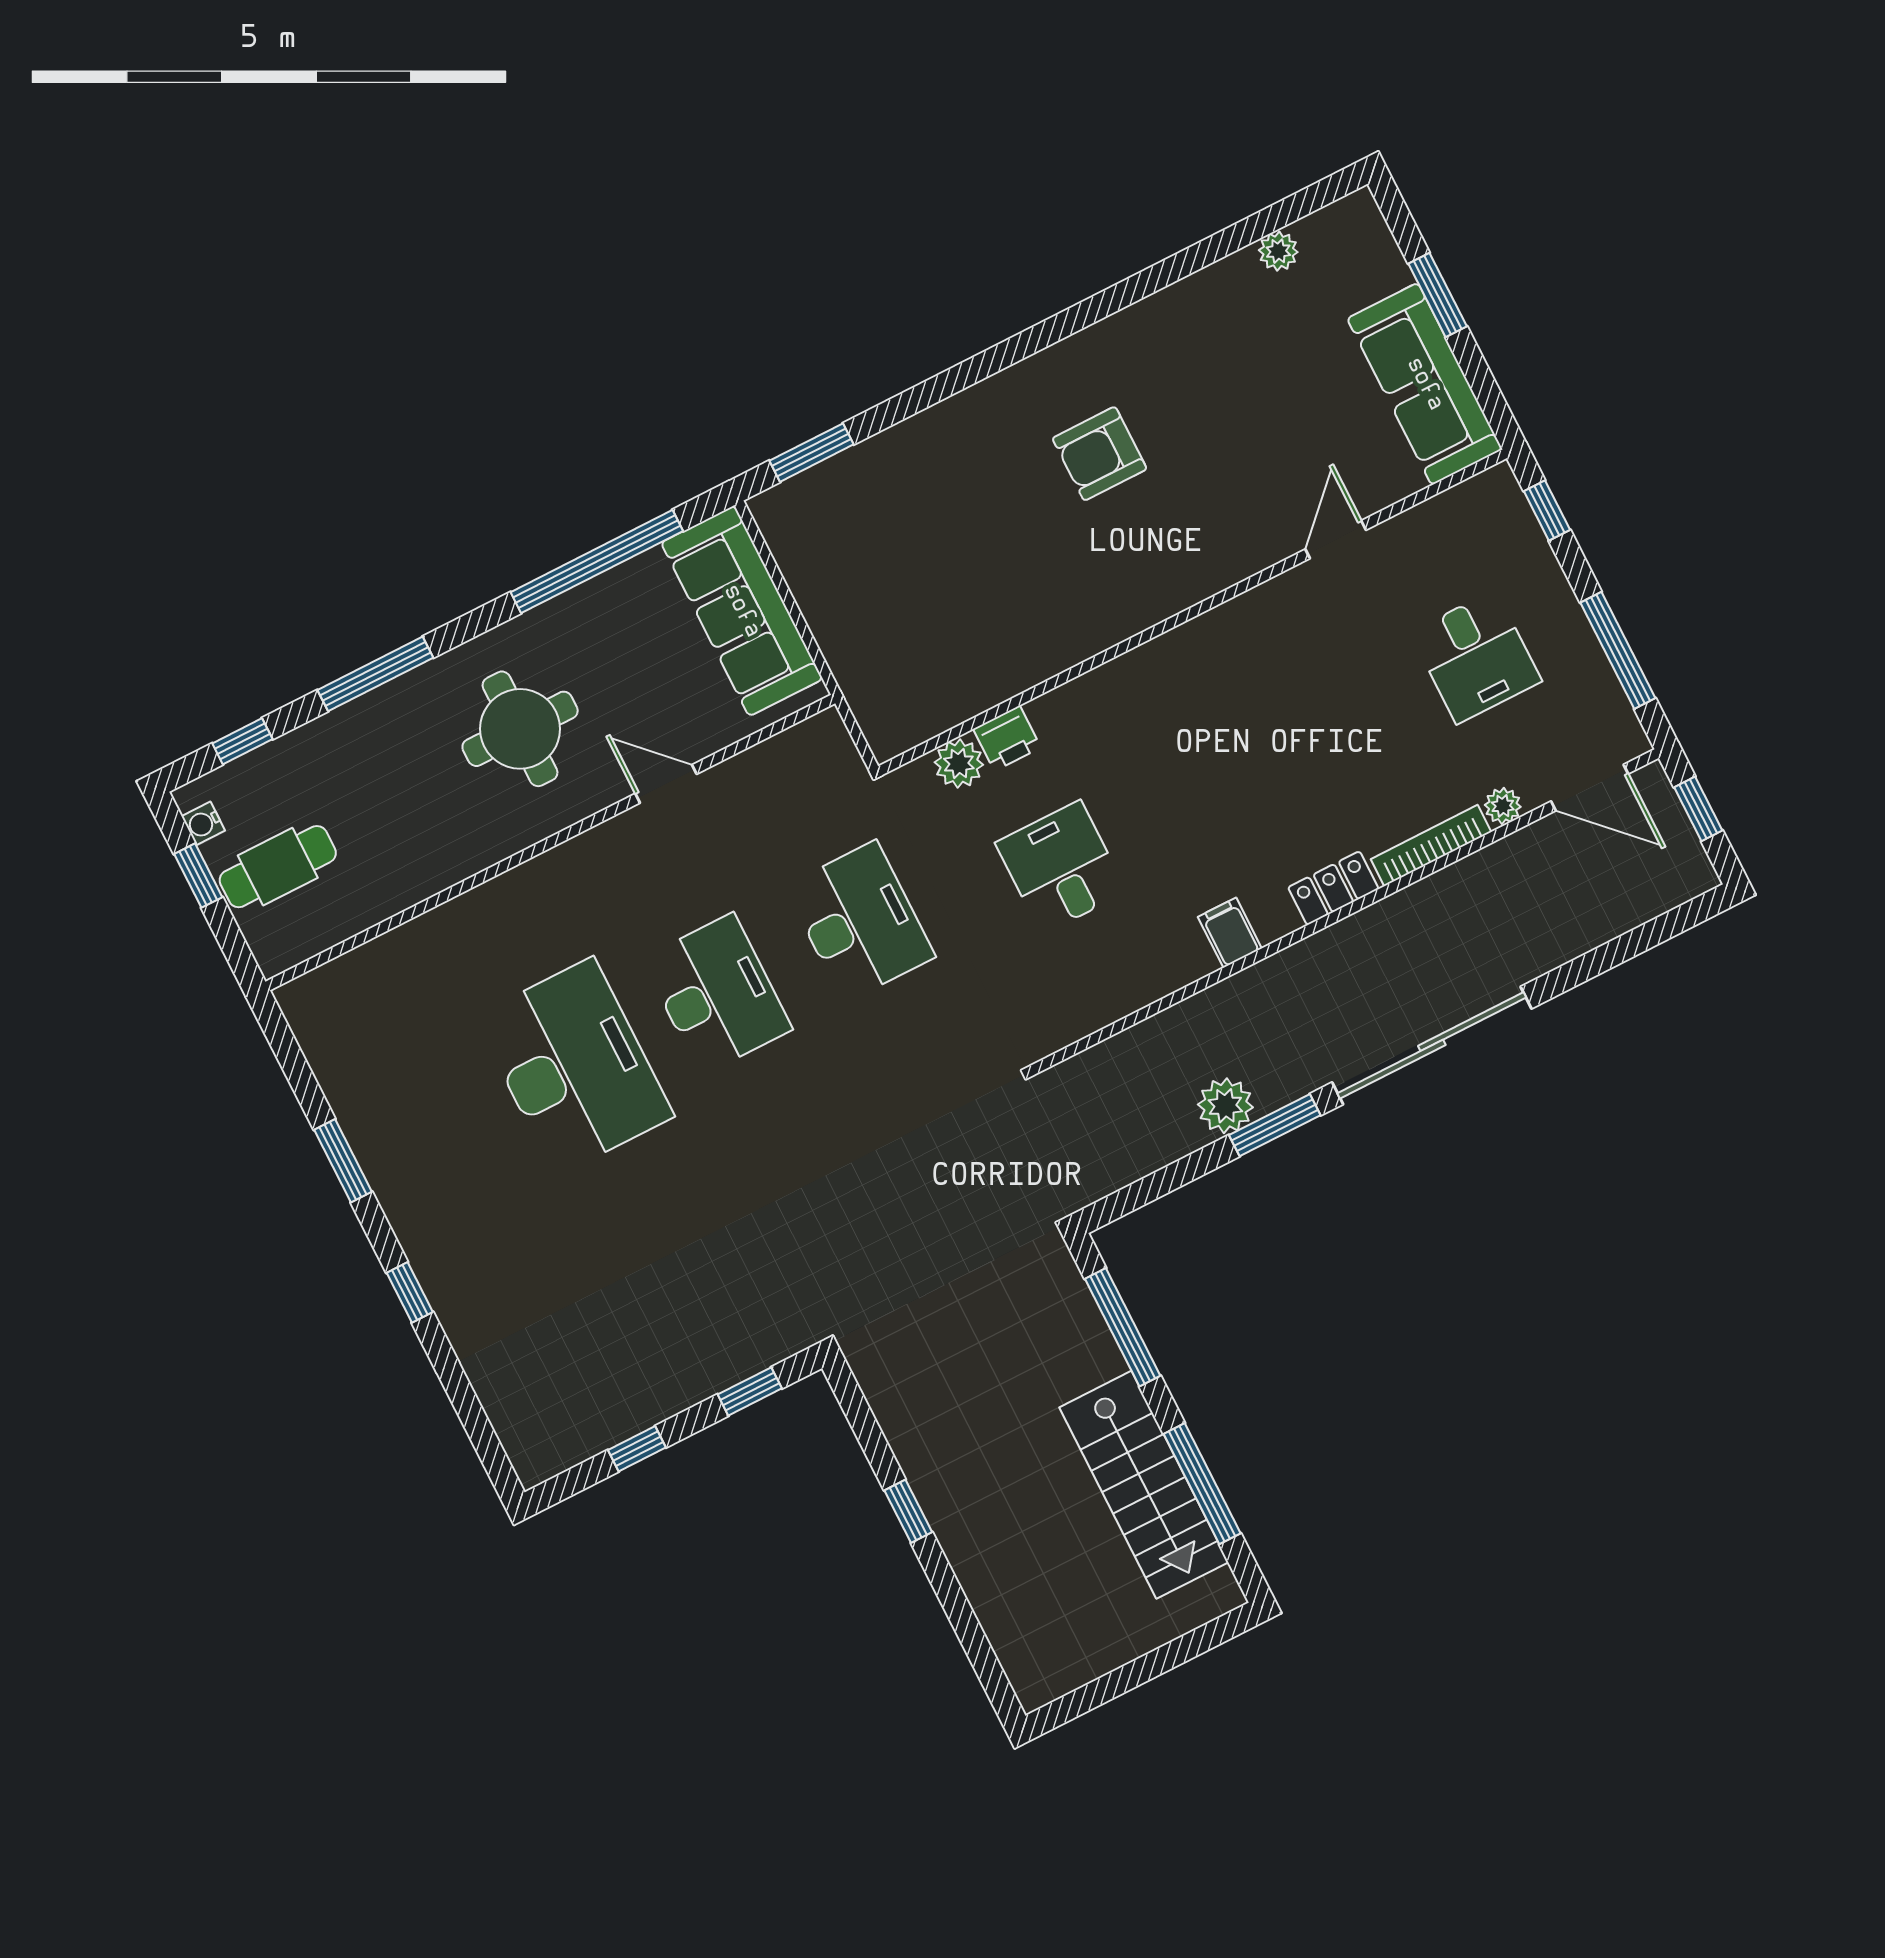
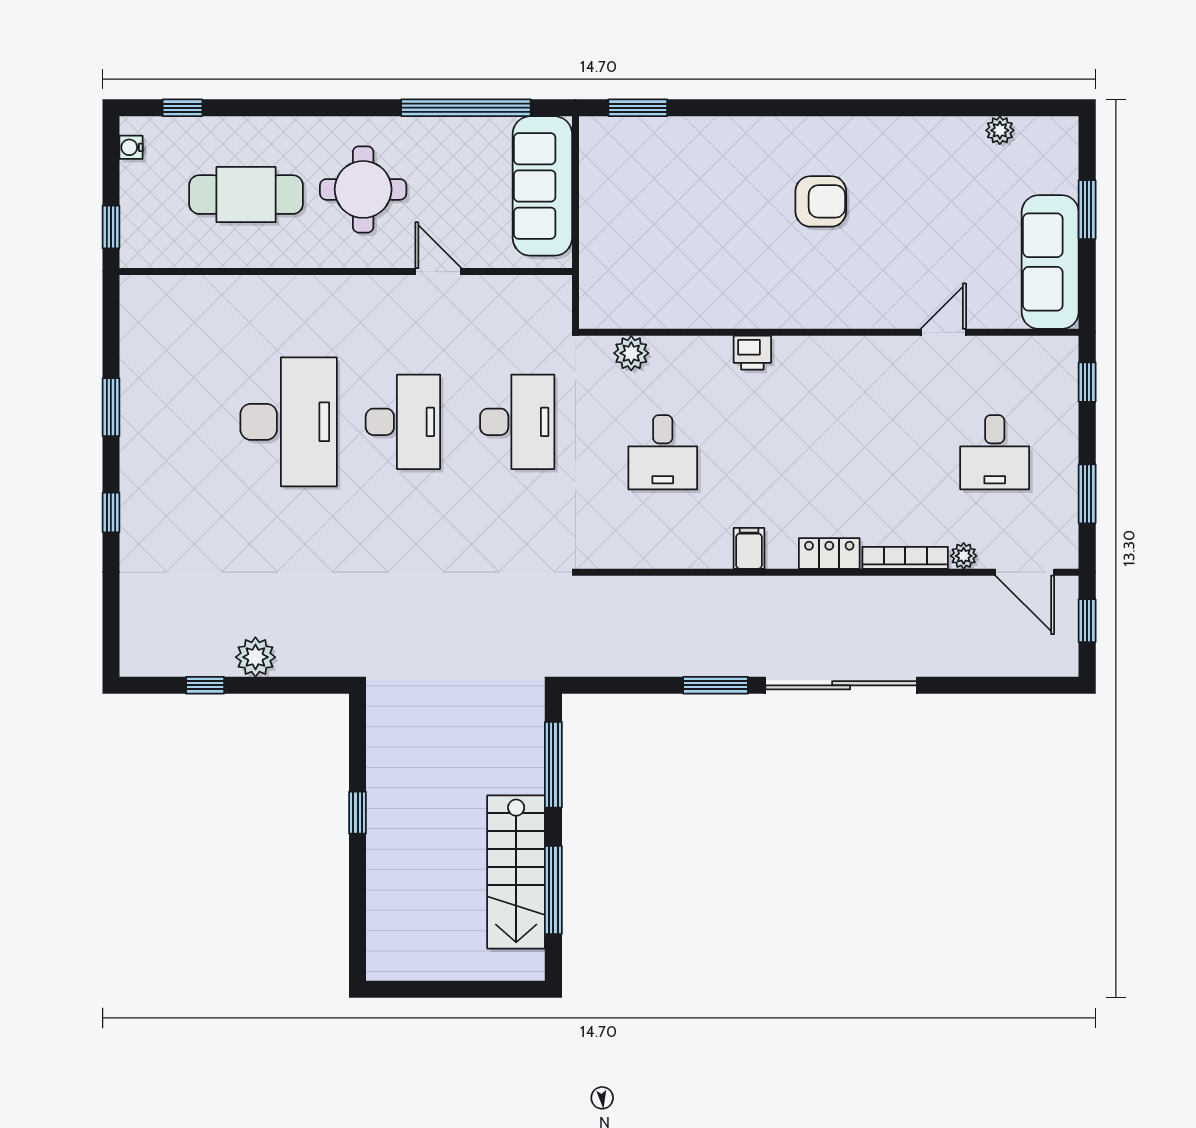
armchair: (1100, 454) -> (821, 201), turned 180
window: (1618, 650) -> (1087, 494), width x0.69
window: (375, 674) -> (289, 108), removed
printer: (1007, 738) -> (752, 353), moved
cafe table: (278, 867) -> (246, 195), moved, width x1.37, depth x1.35
desk: (1061, 867) -> (663, 452), turned 180
window: (198, 876) -> (111, 227), moved
plant: (1225, 1106) -> (255, 657), moved
window: (750, 1391) -> (295, 685), removed

